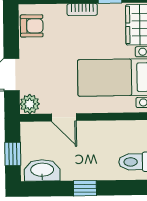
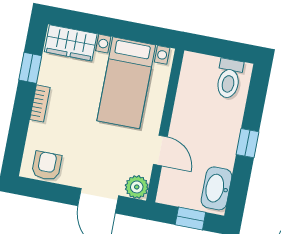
door: (64, 117) -> (160, 151), hinge flipped

